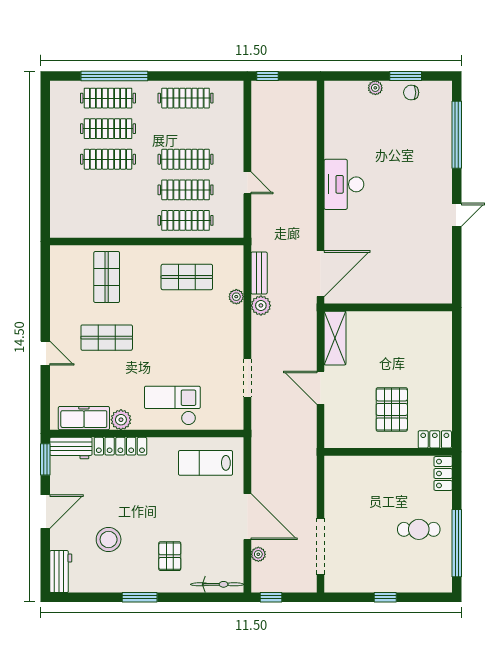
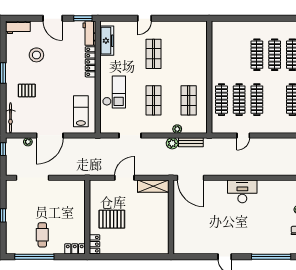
shop shelf: (107, 277) -> (154, 100), moved, turned 90
plant: (121, 420) -> (106, 62), removed

